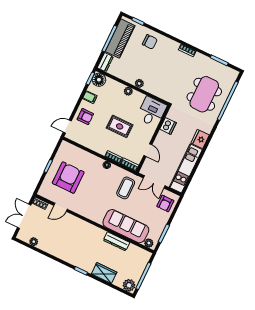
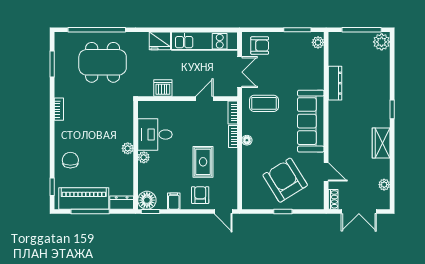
desk: (152, 112) -> (155, 135), moved
rug: (120, 126) -> (203, 162), moved
armchair: (68, 178) -> (285, 180), turned 58
sofa: (126, 226) -> (311, 121), moved
wardrobe: (104, 273) -> (381, 143), moved

